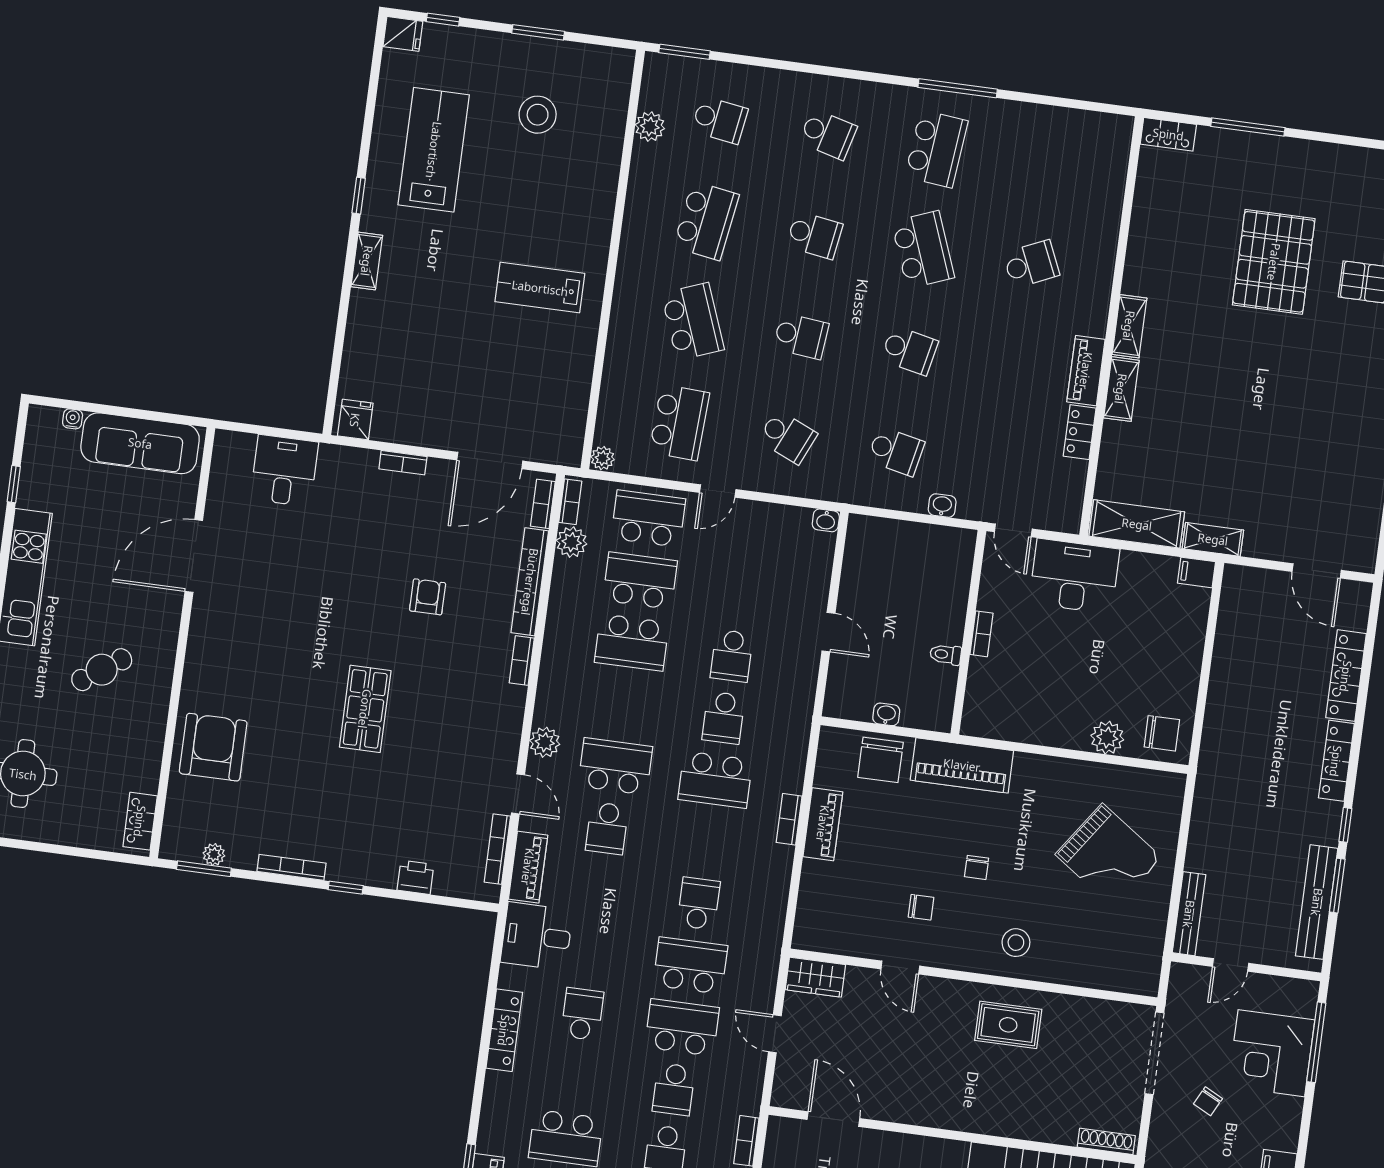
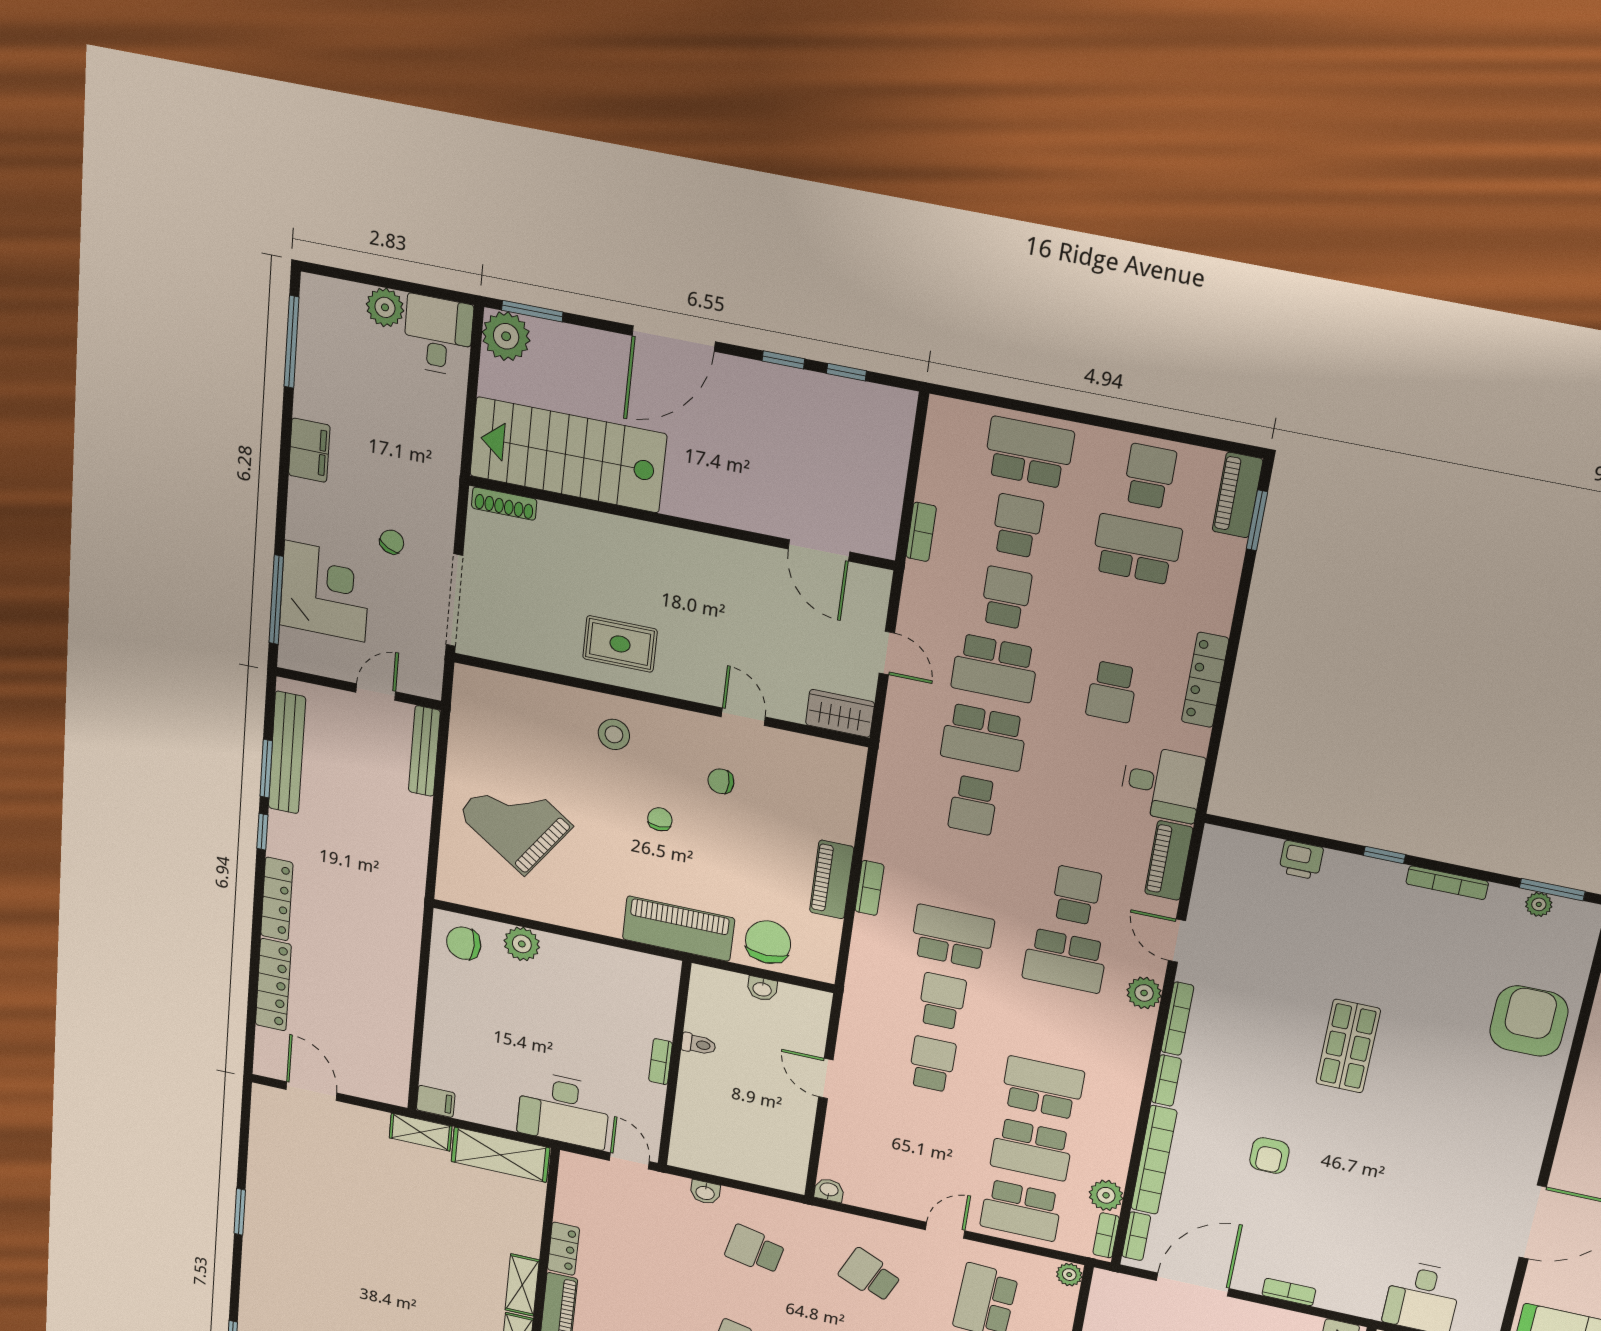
armchair: (213, 747) -> (1529, 1021), turned 180
bookcase: (497, 849) -> (1177, 1019), moved

